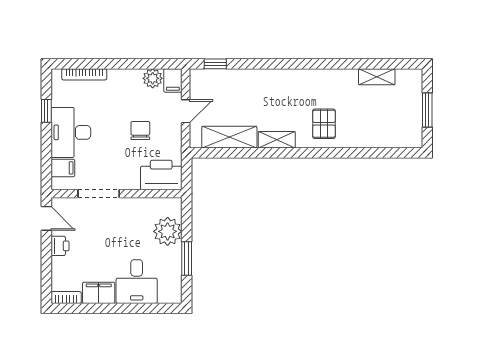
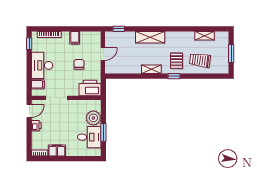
plant: (153, 78) -> (85, 37), removed
filing cabinet: (173, 80) -> (75, 38), moved
window: (46, 111) -> (29, 44), moved
trolley: (369, 123) -> (200, 60), added
shelving: (229, 137) -> (150, 37), moved
window: (319, 153) -> (174, 76), added
door: (46, 218) -> (29, 111), hinge flipped
desk: (137, 282) -> (89, 137), moved, turned -90

